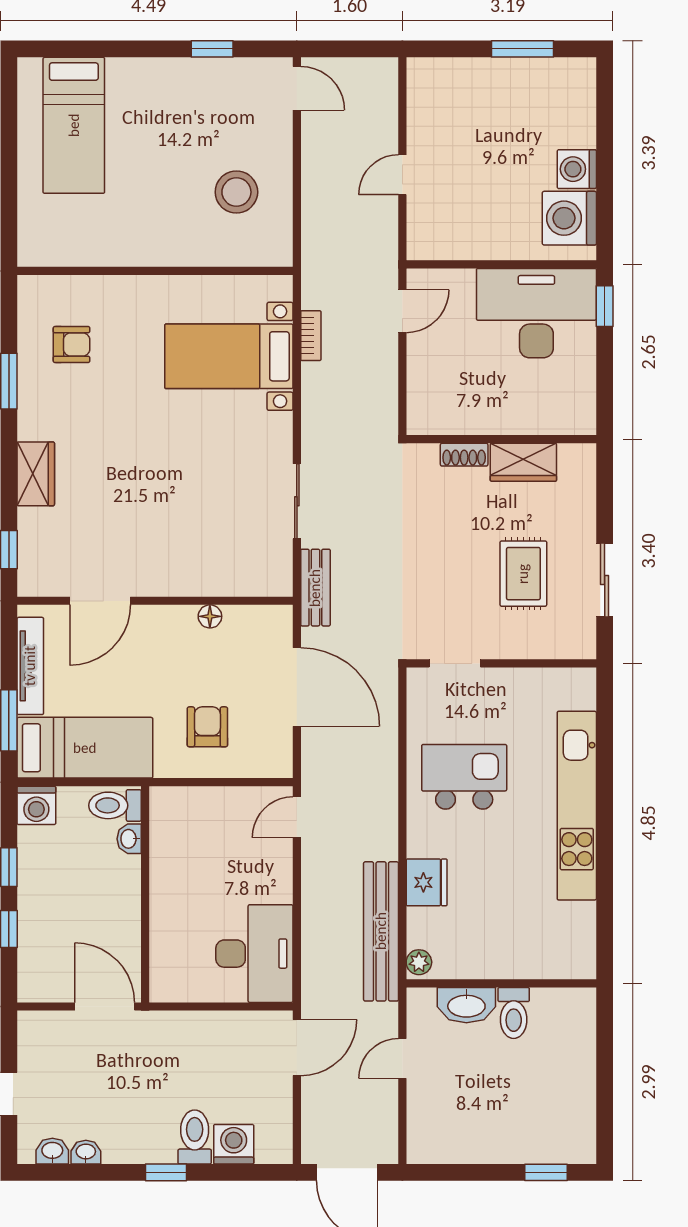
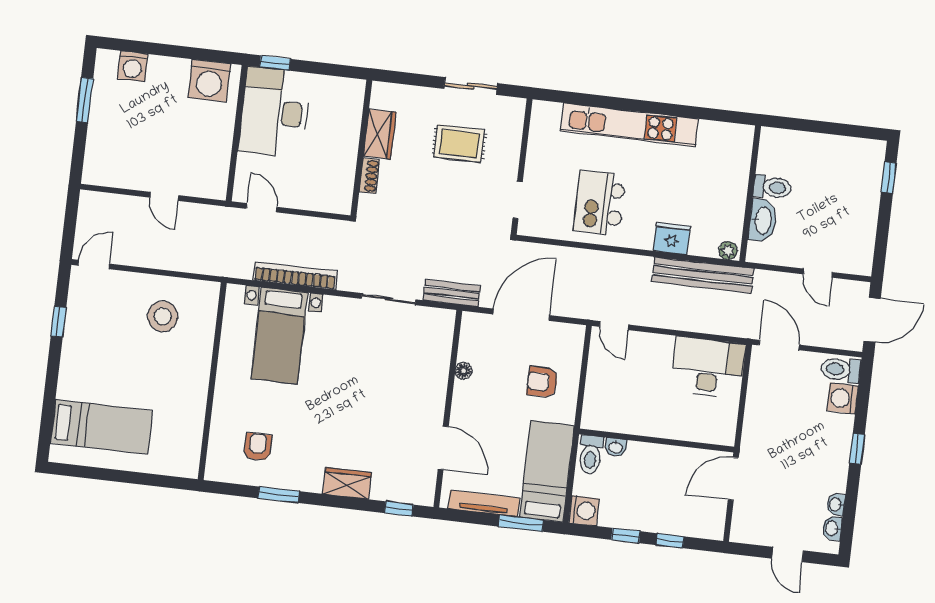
washing machine: (577, 169) -> (133, 66), moved
bookcase: (311, 336) -> (295, 276), width x2.31, depth x1.31
door: (402, 1059) -> (818, 273), moved
toilet: (195, 1137) -> (841, 370), moved

